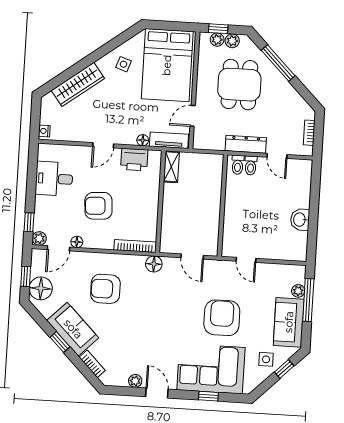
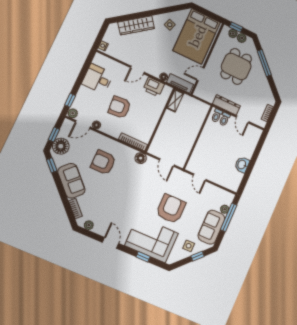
window: (60, 342) -> (52, 165), moved
plant: (135, 381) -> (89, 225), moved

